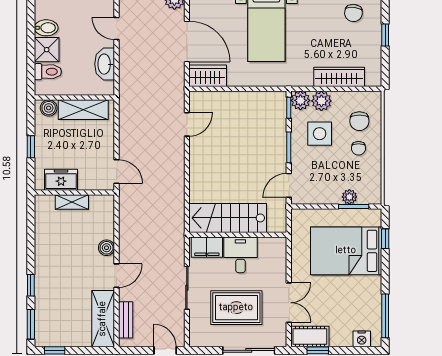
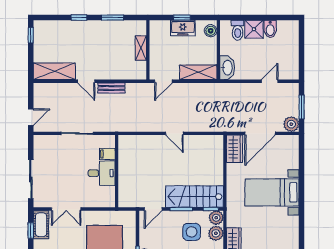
washbasin: (105, 64) -> (227, 68), moved, turned 90
shelving: (83, 110) -> (198, 72), moved, turned 90
door: (187, 124) -> (174, 133), moved
freezer: (61, 180) -> (183, 28), moved, turned 90
door: (289, 185) -> (153, 209), swing flipped
stairs: (228, 218) -> (195, 197), moved, turned -90
filing cabinet: (207, 247) -> (107, 154), width x0.50
boiler: (107, 248) -> (107, 74), removed
rug: (236, 308) -> (62, 170), removed
bench: (126, 320) -> (111, 88), moved
window: (31, 324) -> (112, 18), moved

